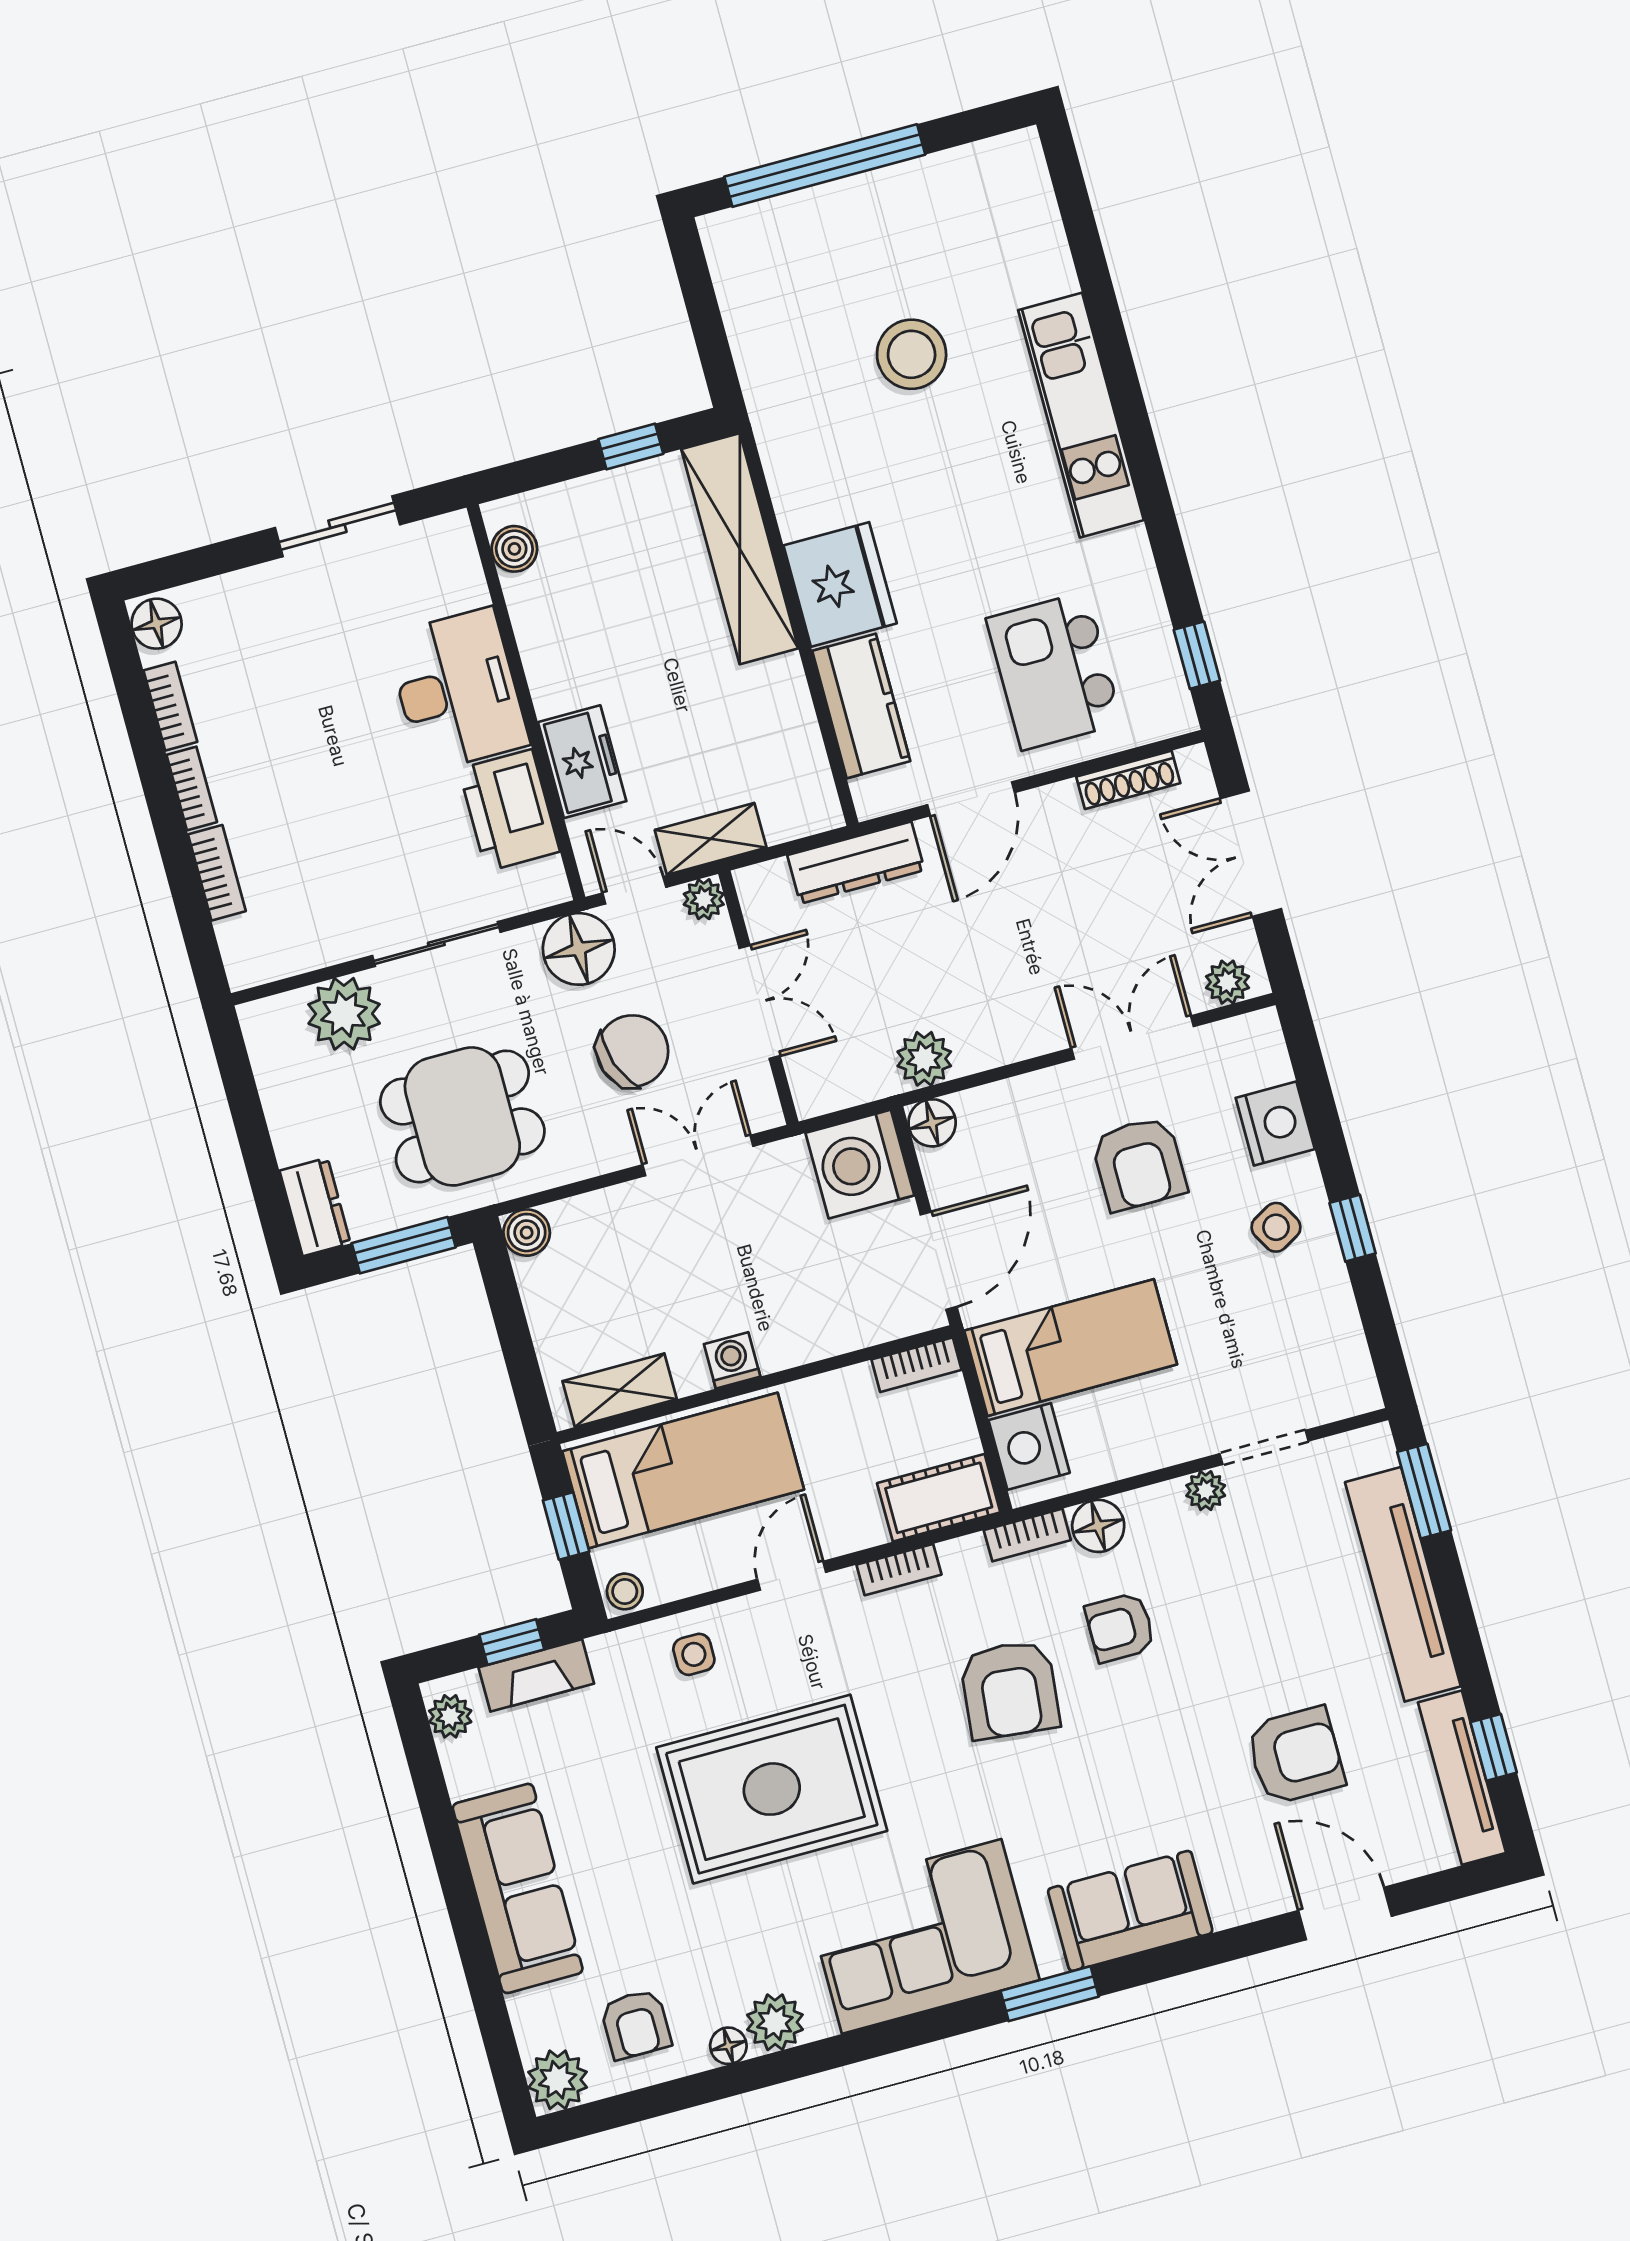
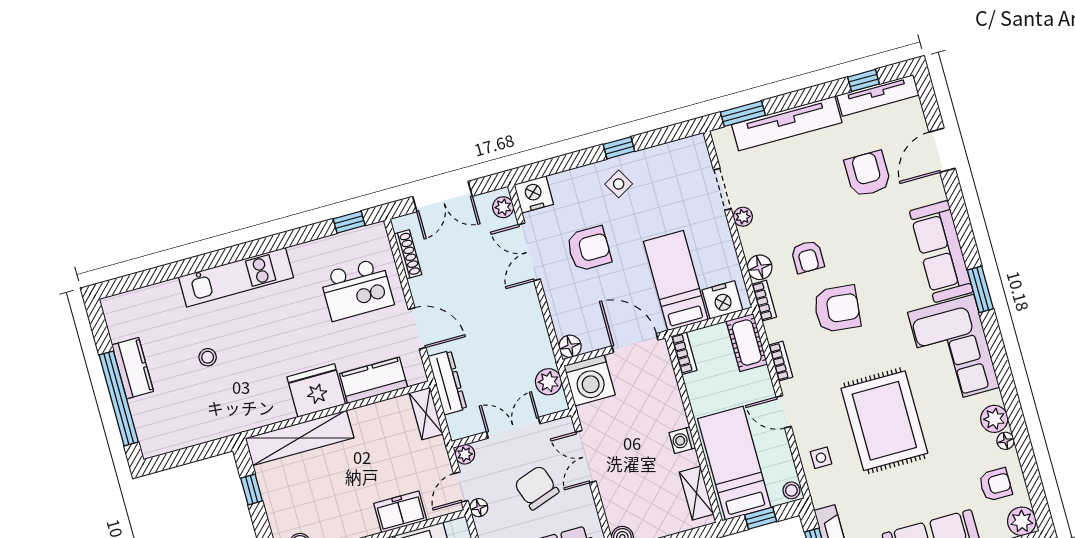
kitchen counter: (889, 195) -> (133, 368), added
stool: (912, 354) -> (208, 357), width x0.53, depth x0.53
shelving: (711, 839) -> (426, 413), moved
floor lamp: (579, 949) -> (479, 508), width x0.53, depth x0.53
plant: (924, 1059) -> (549, 382), moved
nightstand: (1275, 1123) -> (534, 194), moved
sofa: (1130, 1911) -> (941, 252), width x1.36

